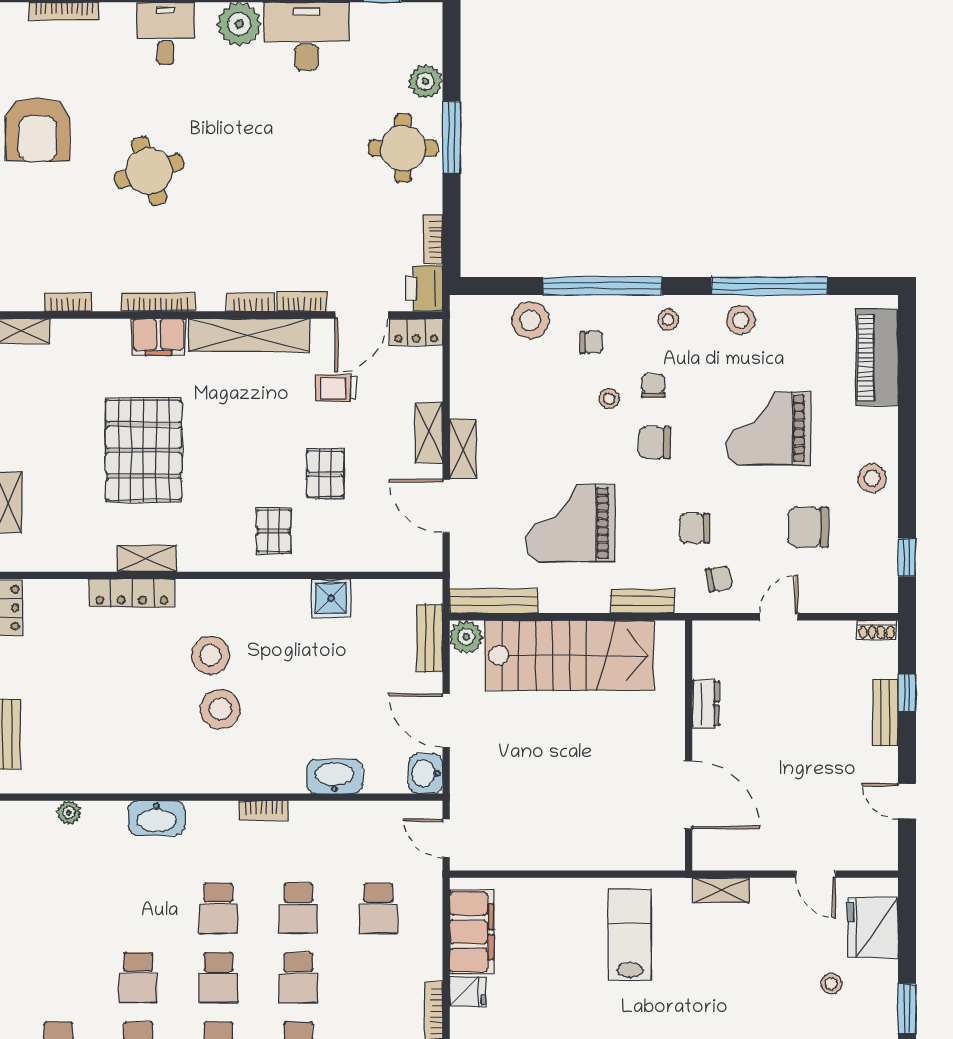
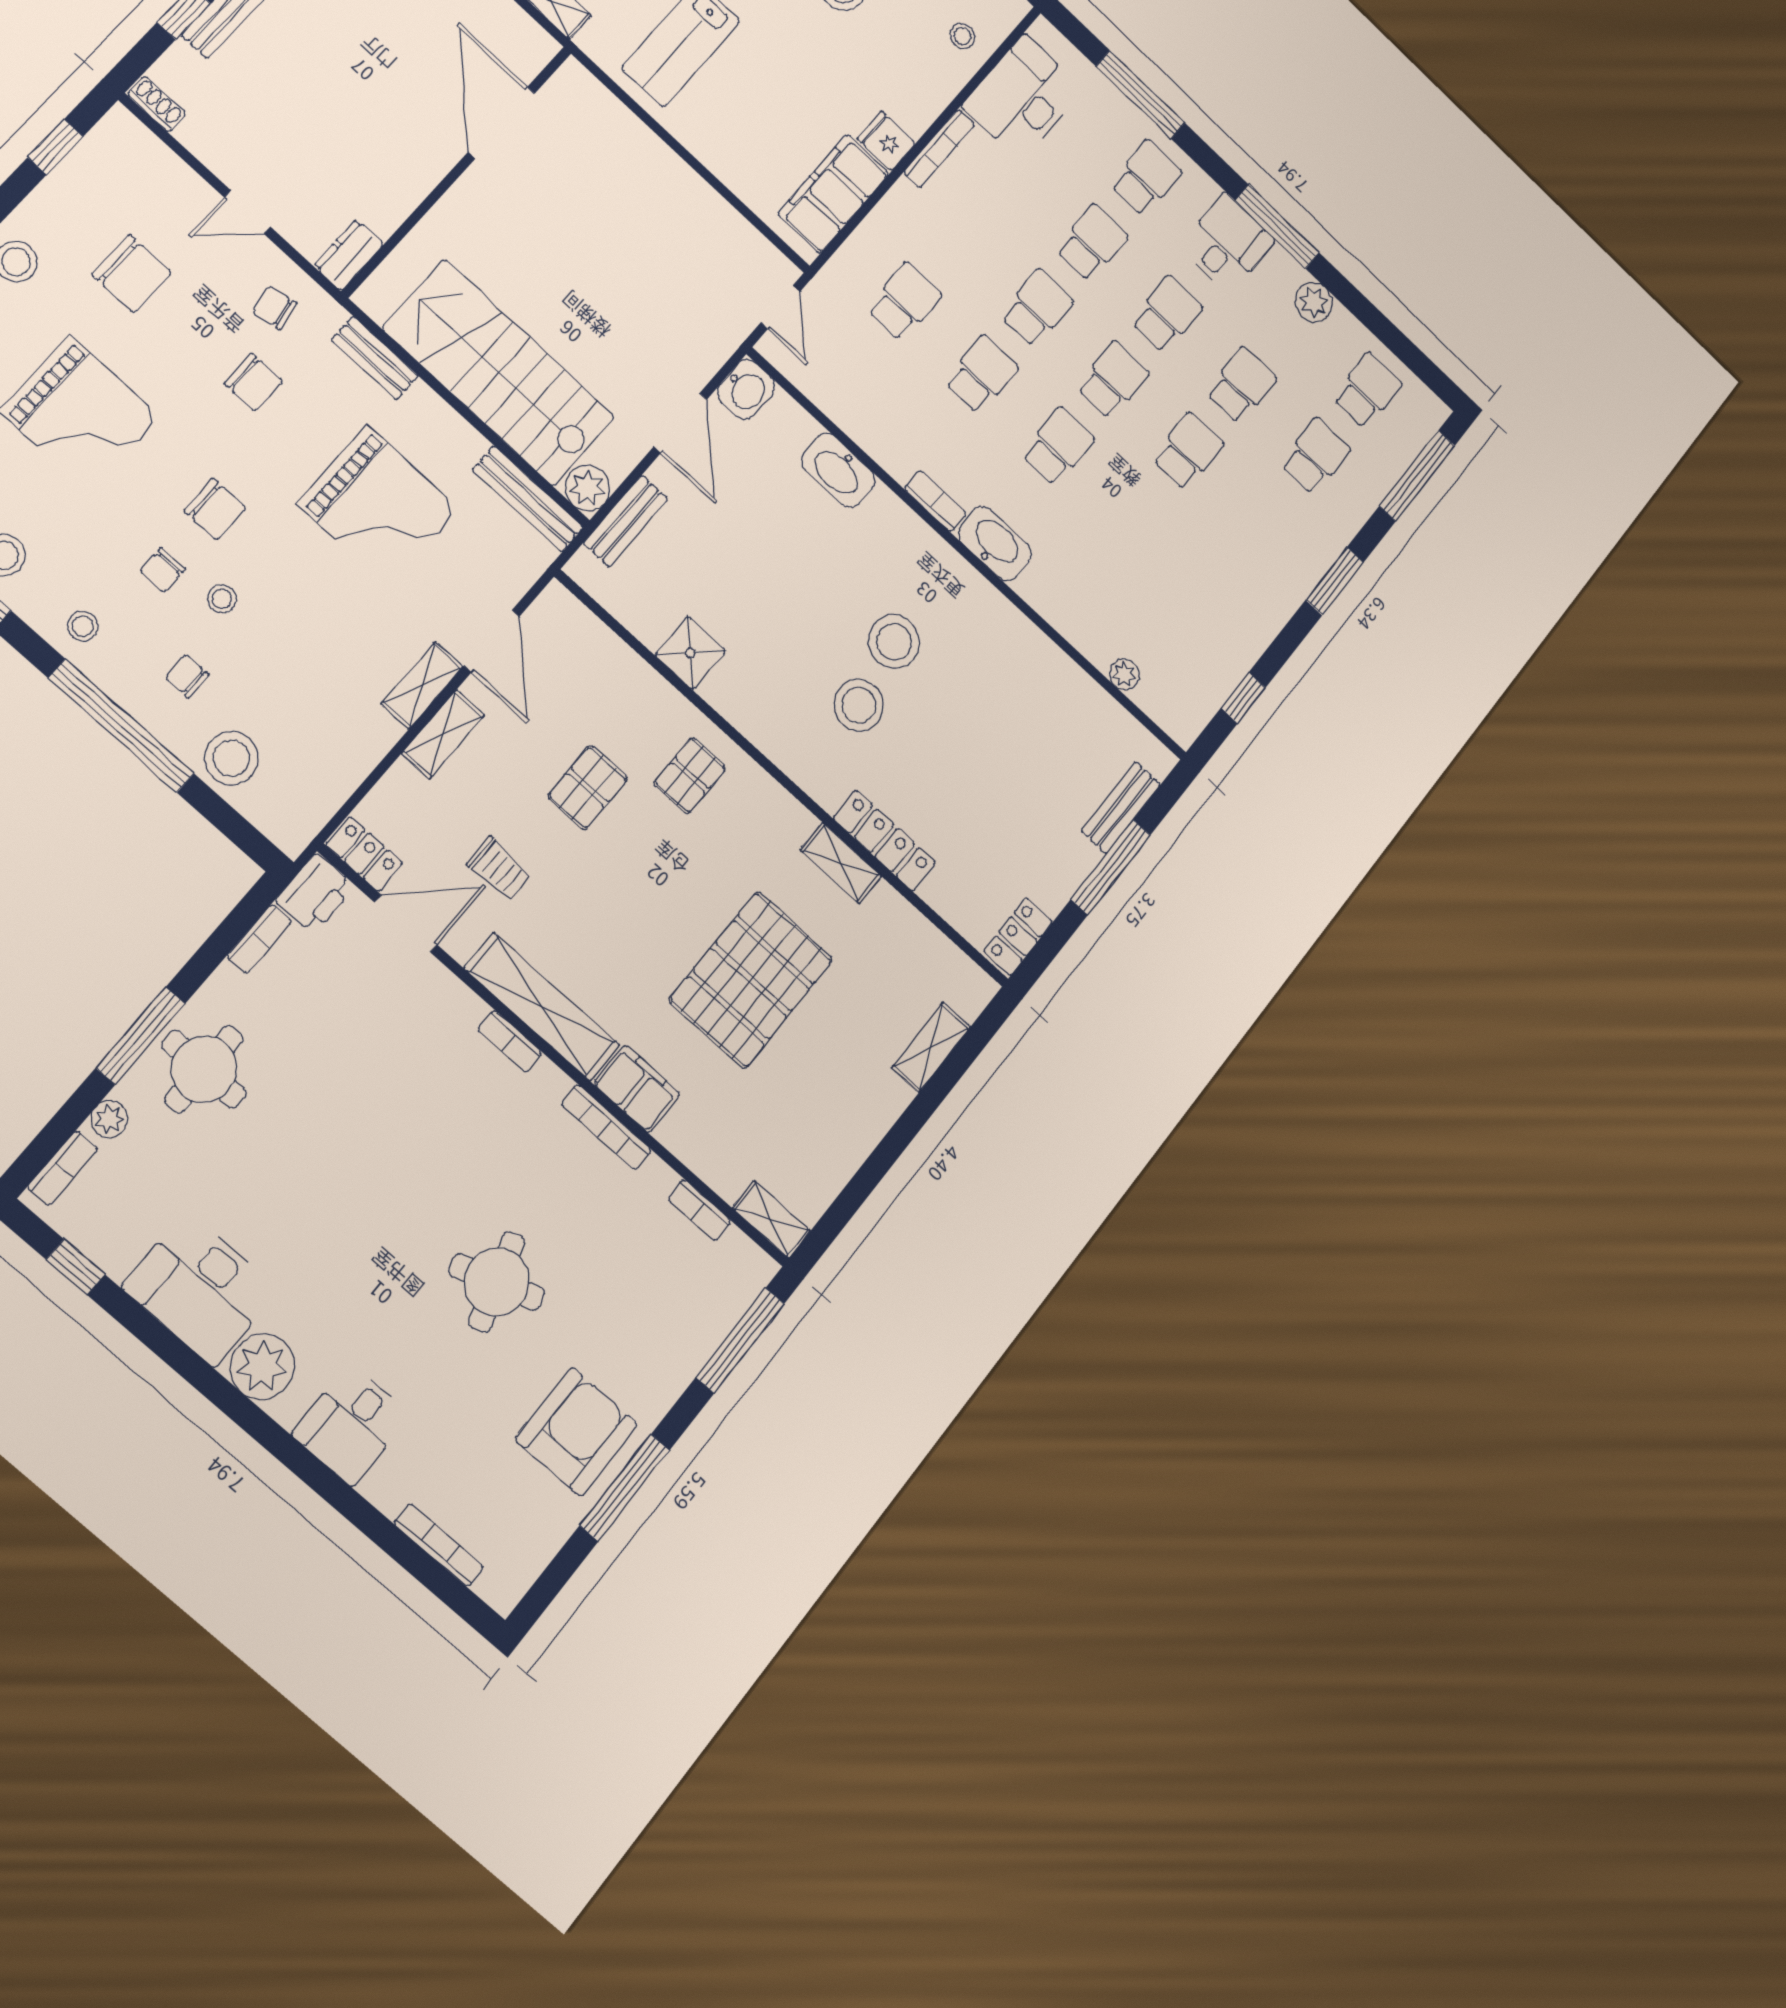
plant: (425, 81) -> (109, 1119), width x0.73, depth x0.73
bookcase: (302, 301) -> (63, 1168), moved, turned -90
dresser: (706, 704) -> (349, 255), moved
washbasin: (156, 818) -> (995, 544), moved

